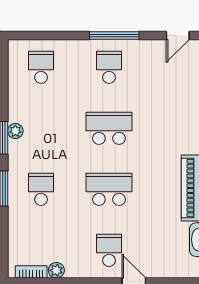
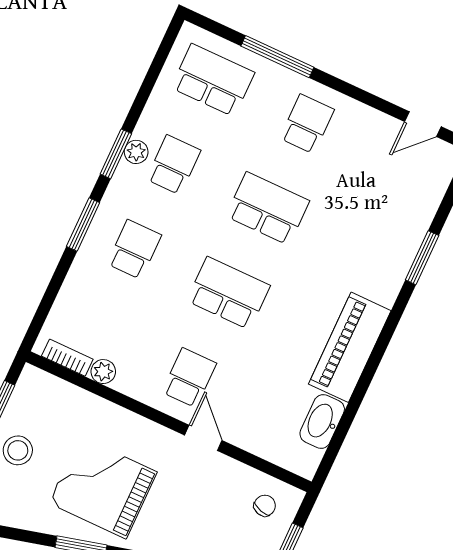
window: (114, 36) -> (277, 57), moved
school desk: (41, 67) -> (213, 80), width x1.85
school desk: (41, 128) -> (174, 165), added

